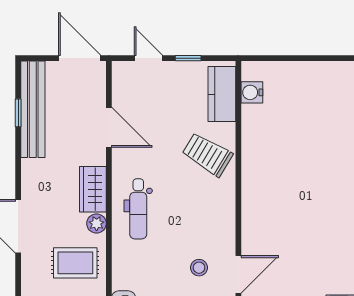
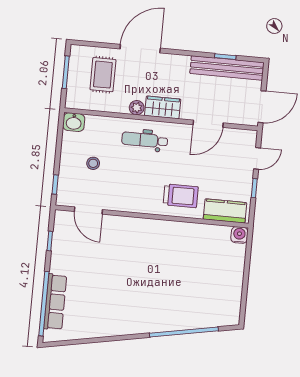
water cooler: (252, 92) -> (239, 235), moved
trolley: (207, 154) -> (181, 196), turned 59
rug: (75, 263) -> (103, 75), moved
stool: (199, 268) -> (93, 163), moved

